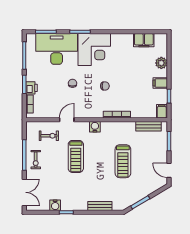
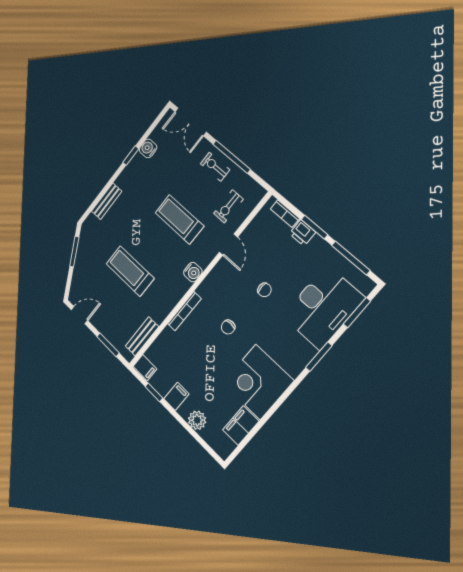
corner desk: (94, 50) -> (258, 382), moved

